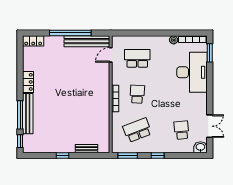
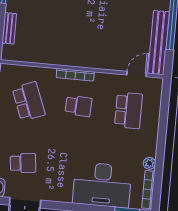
door: (111, 55) -> (137, 74), hinge flipped

